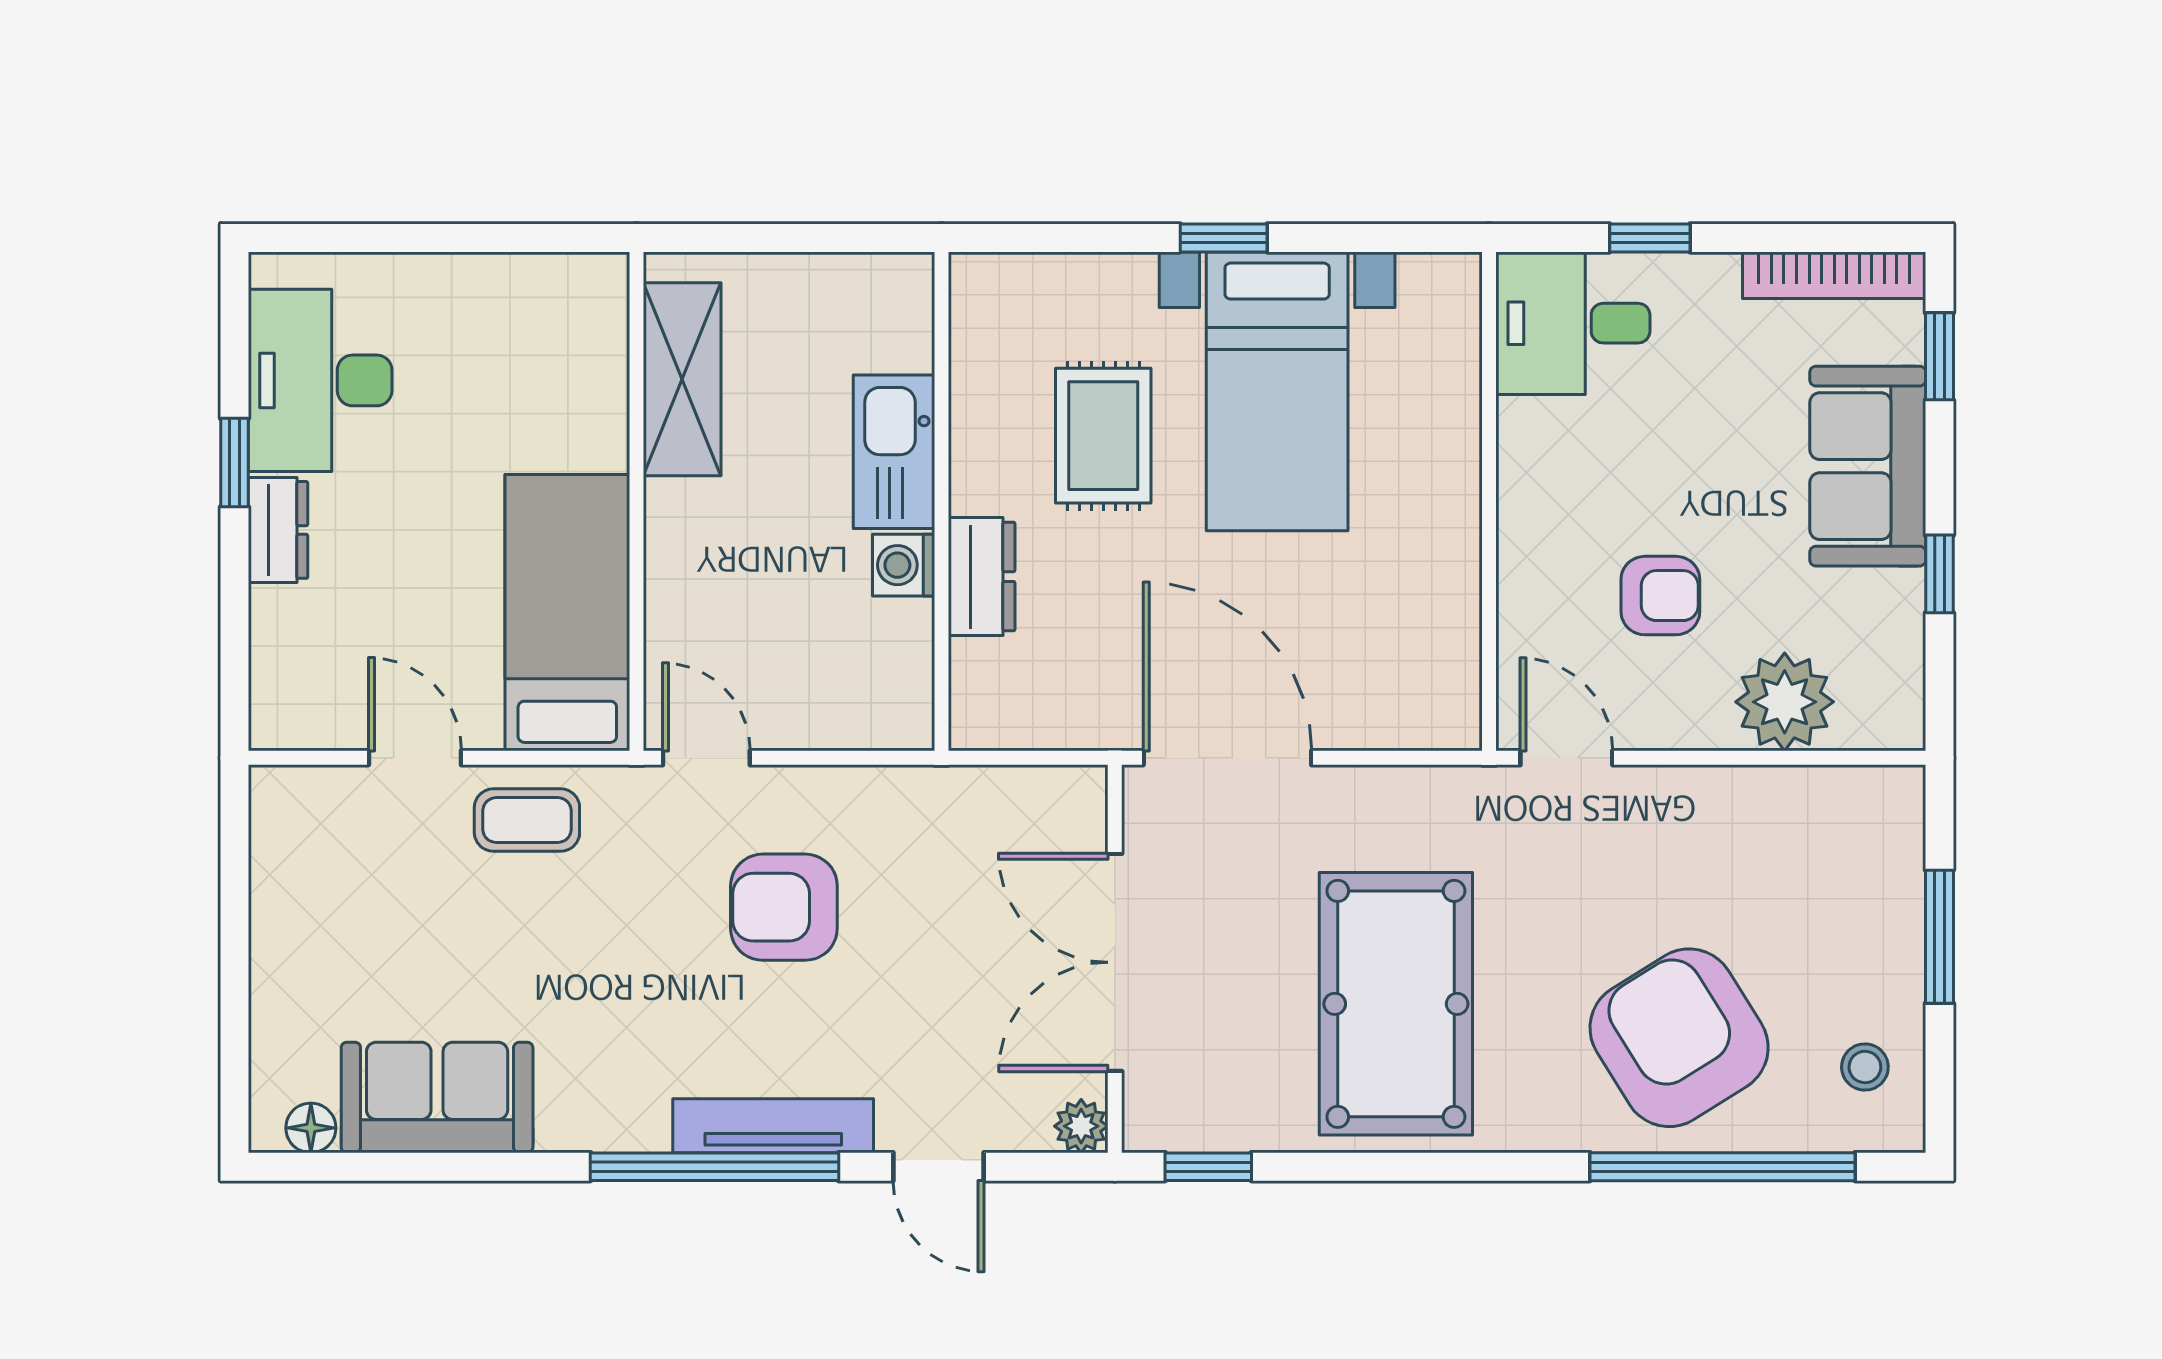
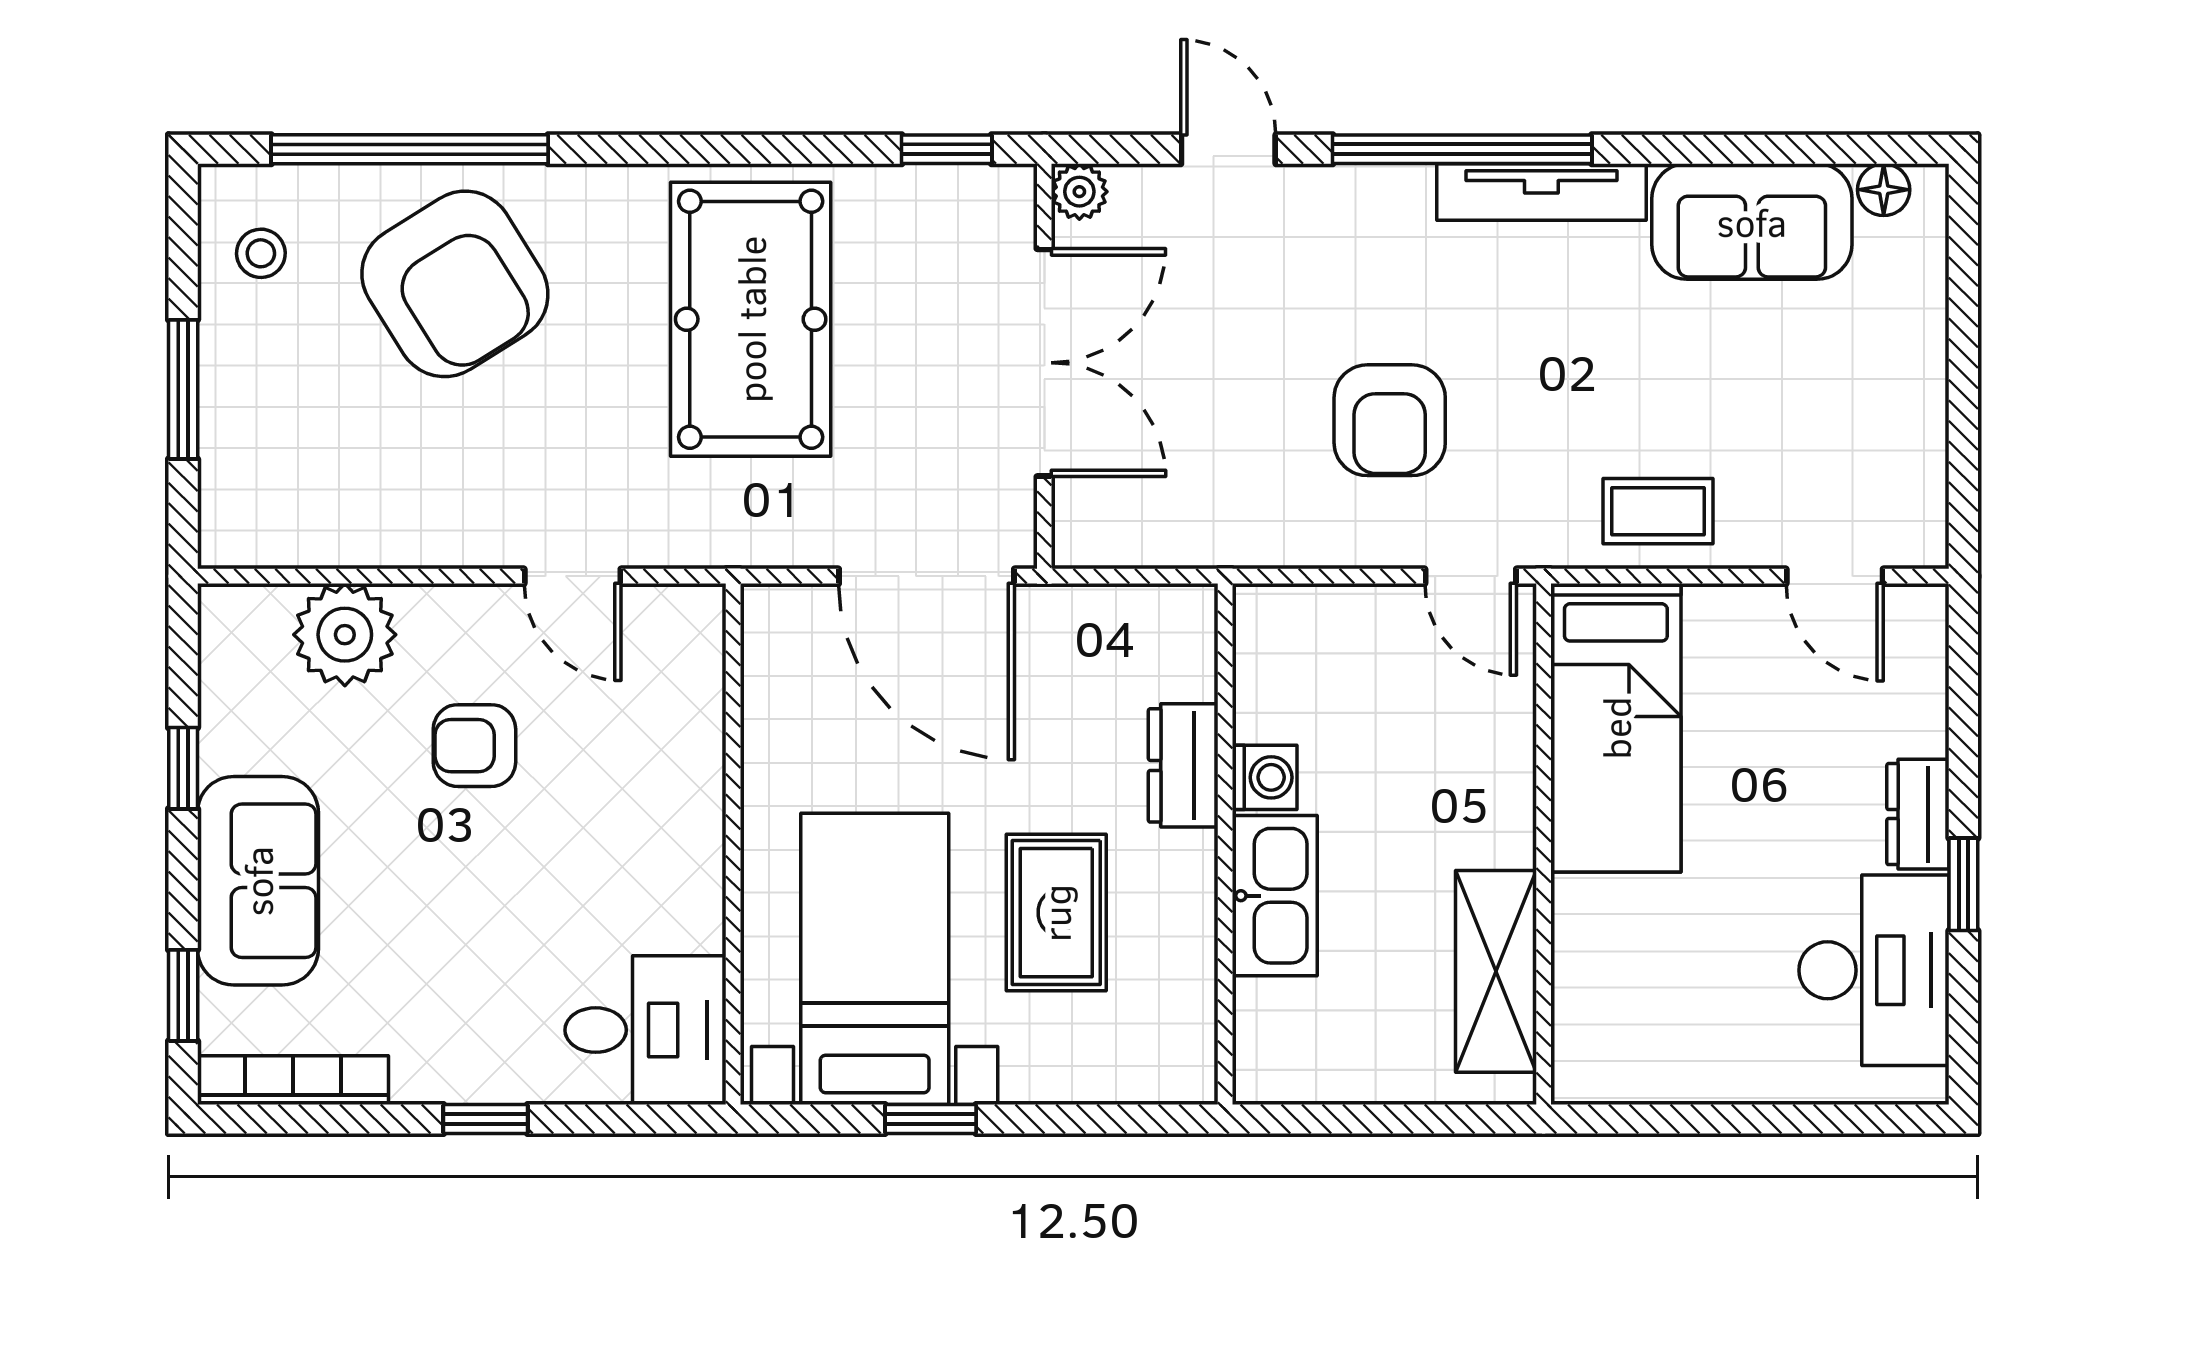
desk: (1573, 323) -> (645, 1030), moved
wall: (1489, 501) -> (733, 844), moved
door: (415, 758) -> (1835, 576), moved
armchair: (784, 907) -> (1390, 420), turned 90
tv unit: (773, 1126) -> (1541, 192), moved

